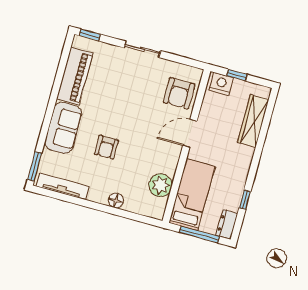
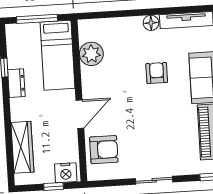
armchair: (179, 93) -> (104, 150), turned 90
floor lamp: (116, 200) -> (151, 23), moved
dresser: (227, 224) -> (16, 83), moved

